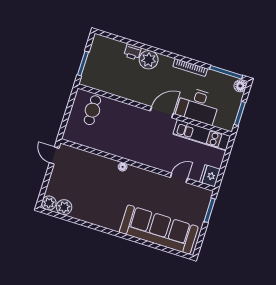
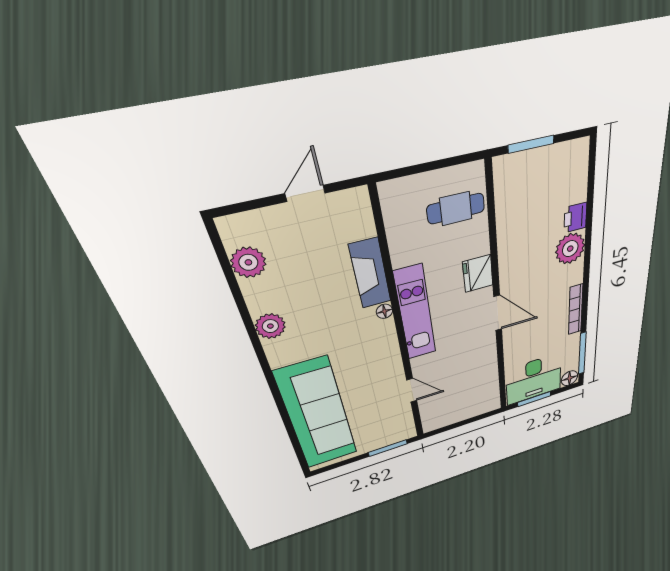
desk: (198, 106) -> (534, 379), moved, turned -90
kitchen unit: (202, 135) -> (415, 313), moved, turned 180
door: (54, 156) -> (305, 193), moved
fireplace: (99, 163) -> (370, 273), added
fridge: (210, 176) -> (478, 274), moved, turned -90
plant: (49, 203) -> (270, 326), moved

